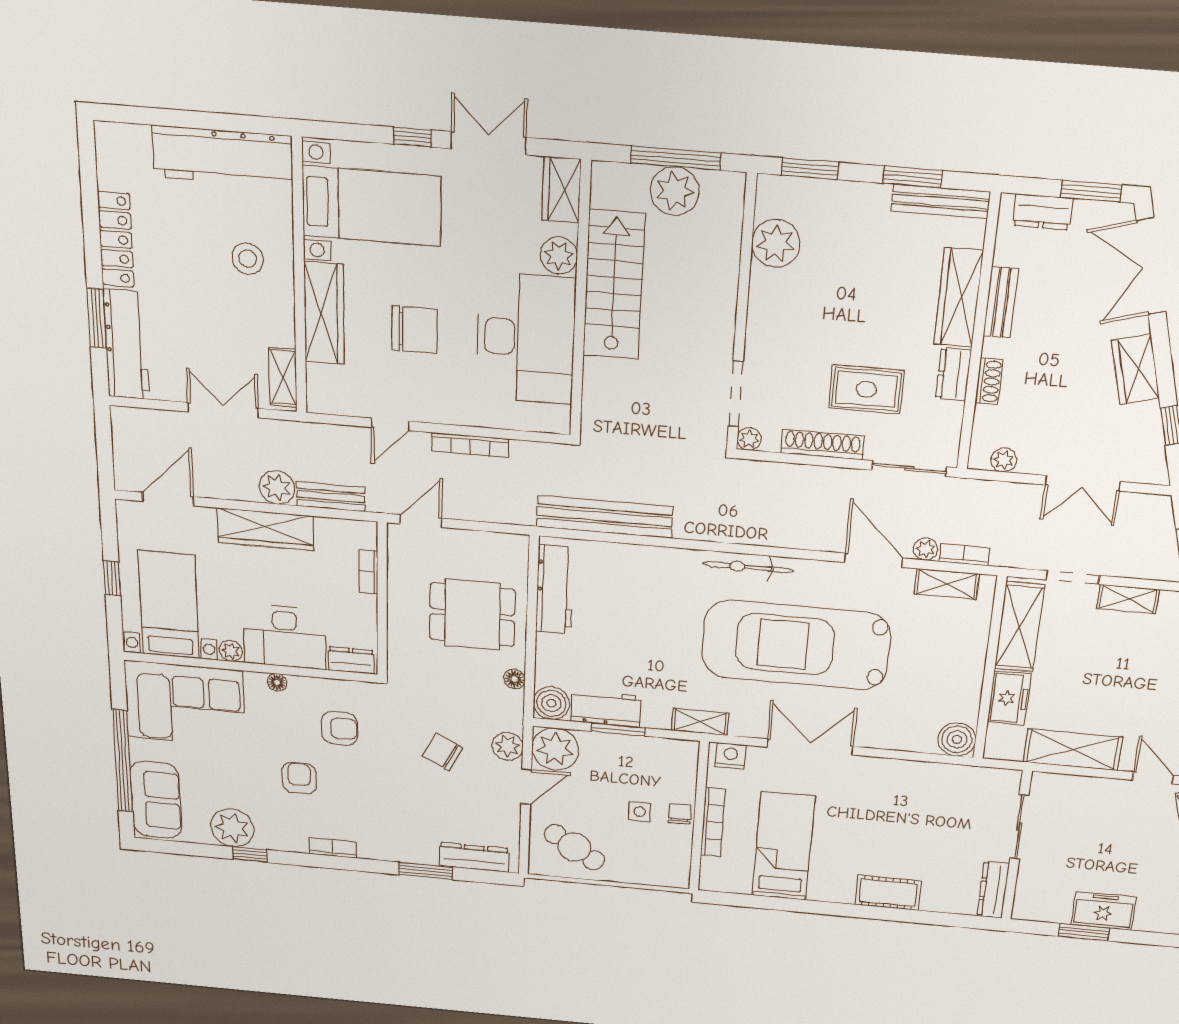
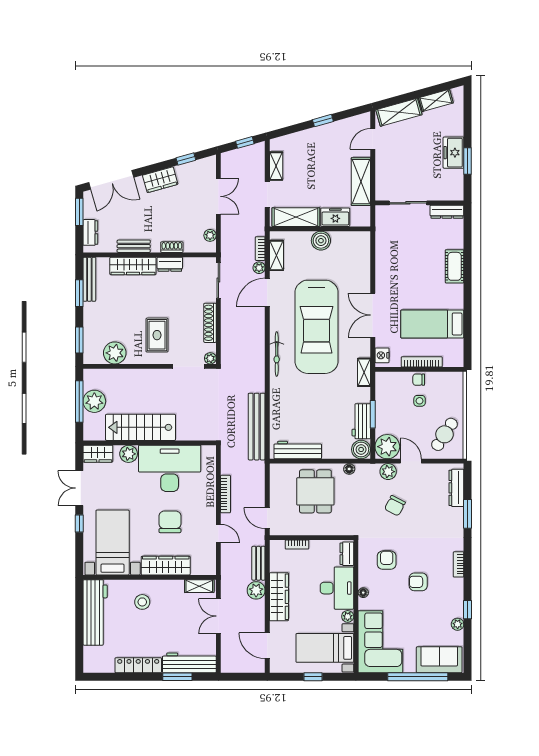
rug: (866, 389) -> (157, 335), moved
boiler: (957, 739) -> (321, 241), moved
plant: (232, 828) -> (458, 624), width x0.53, depth x0.53

